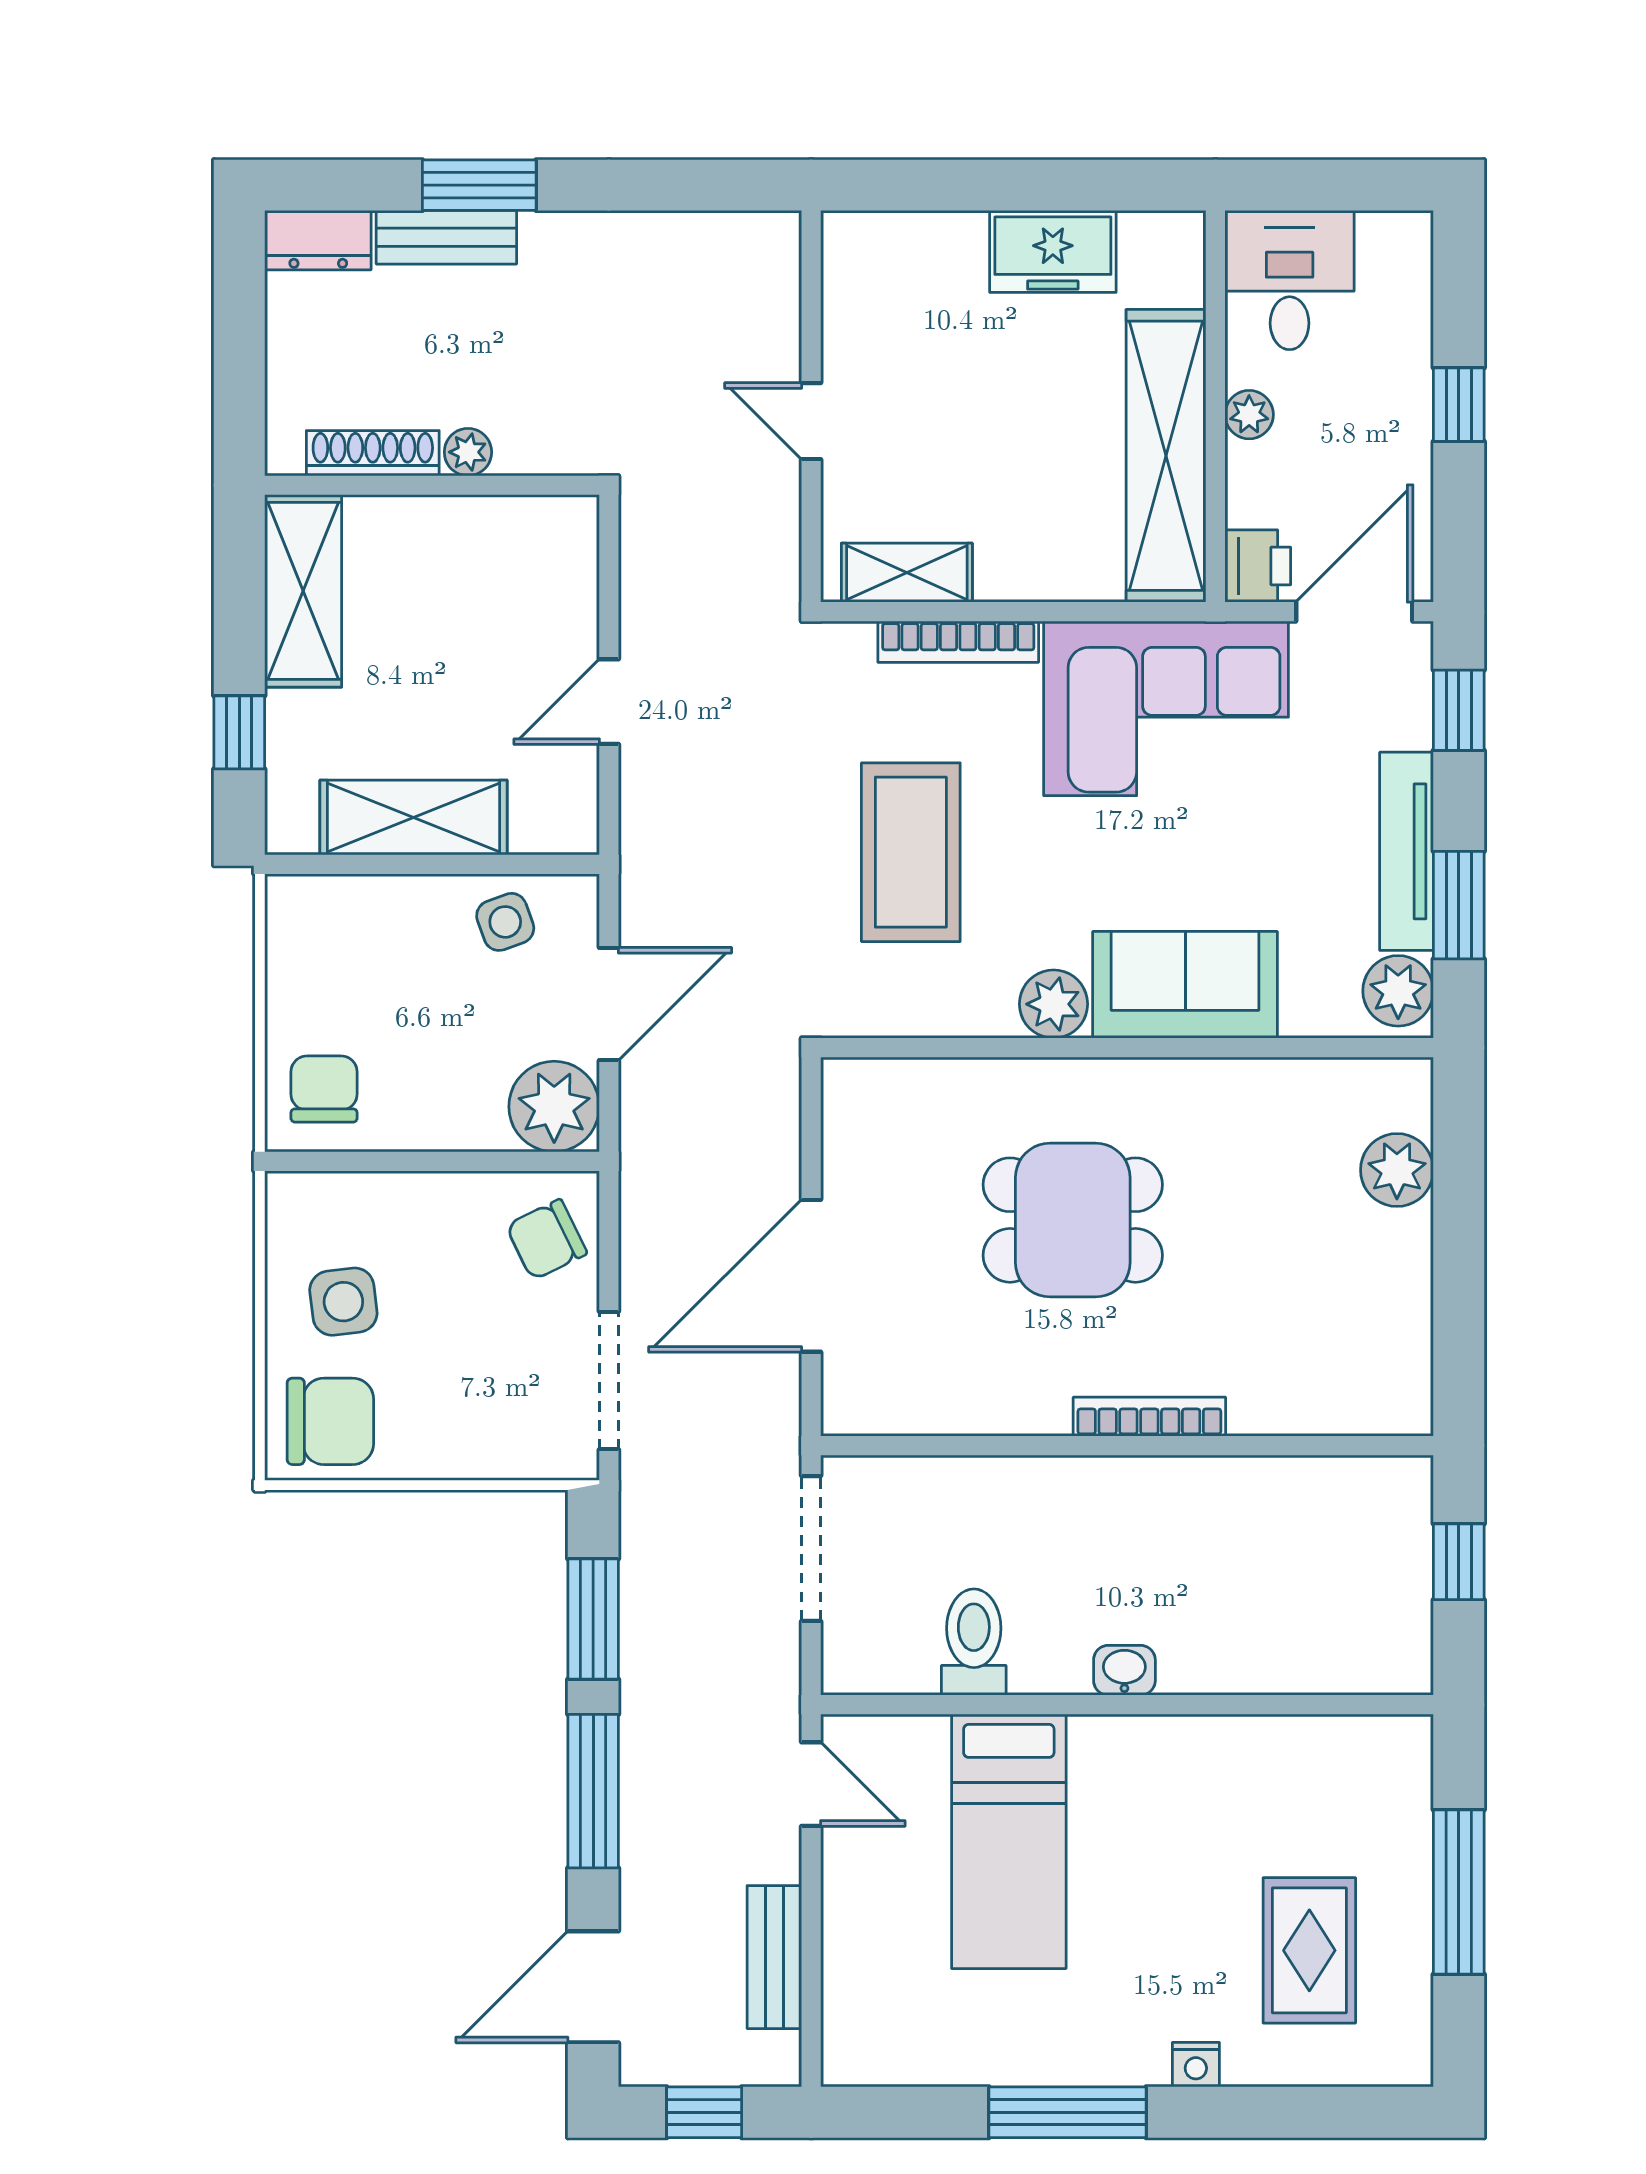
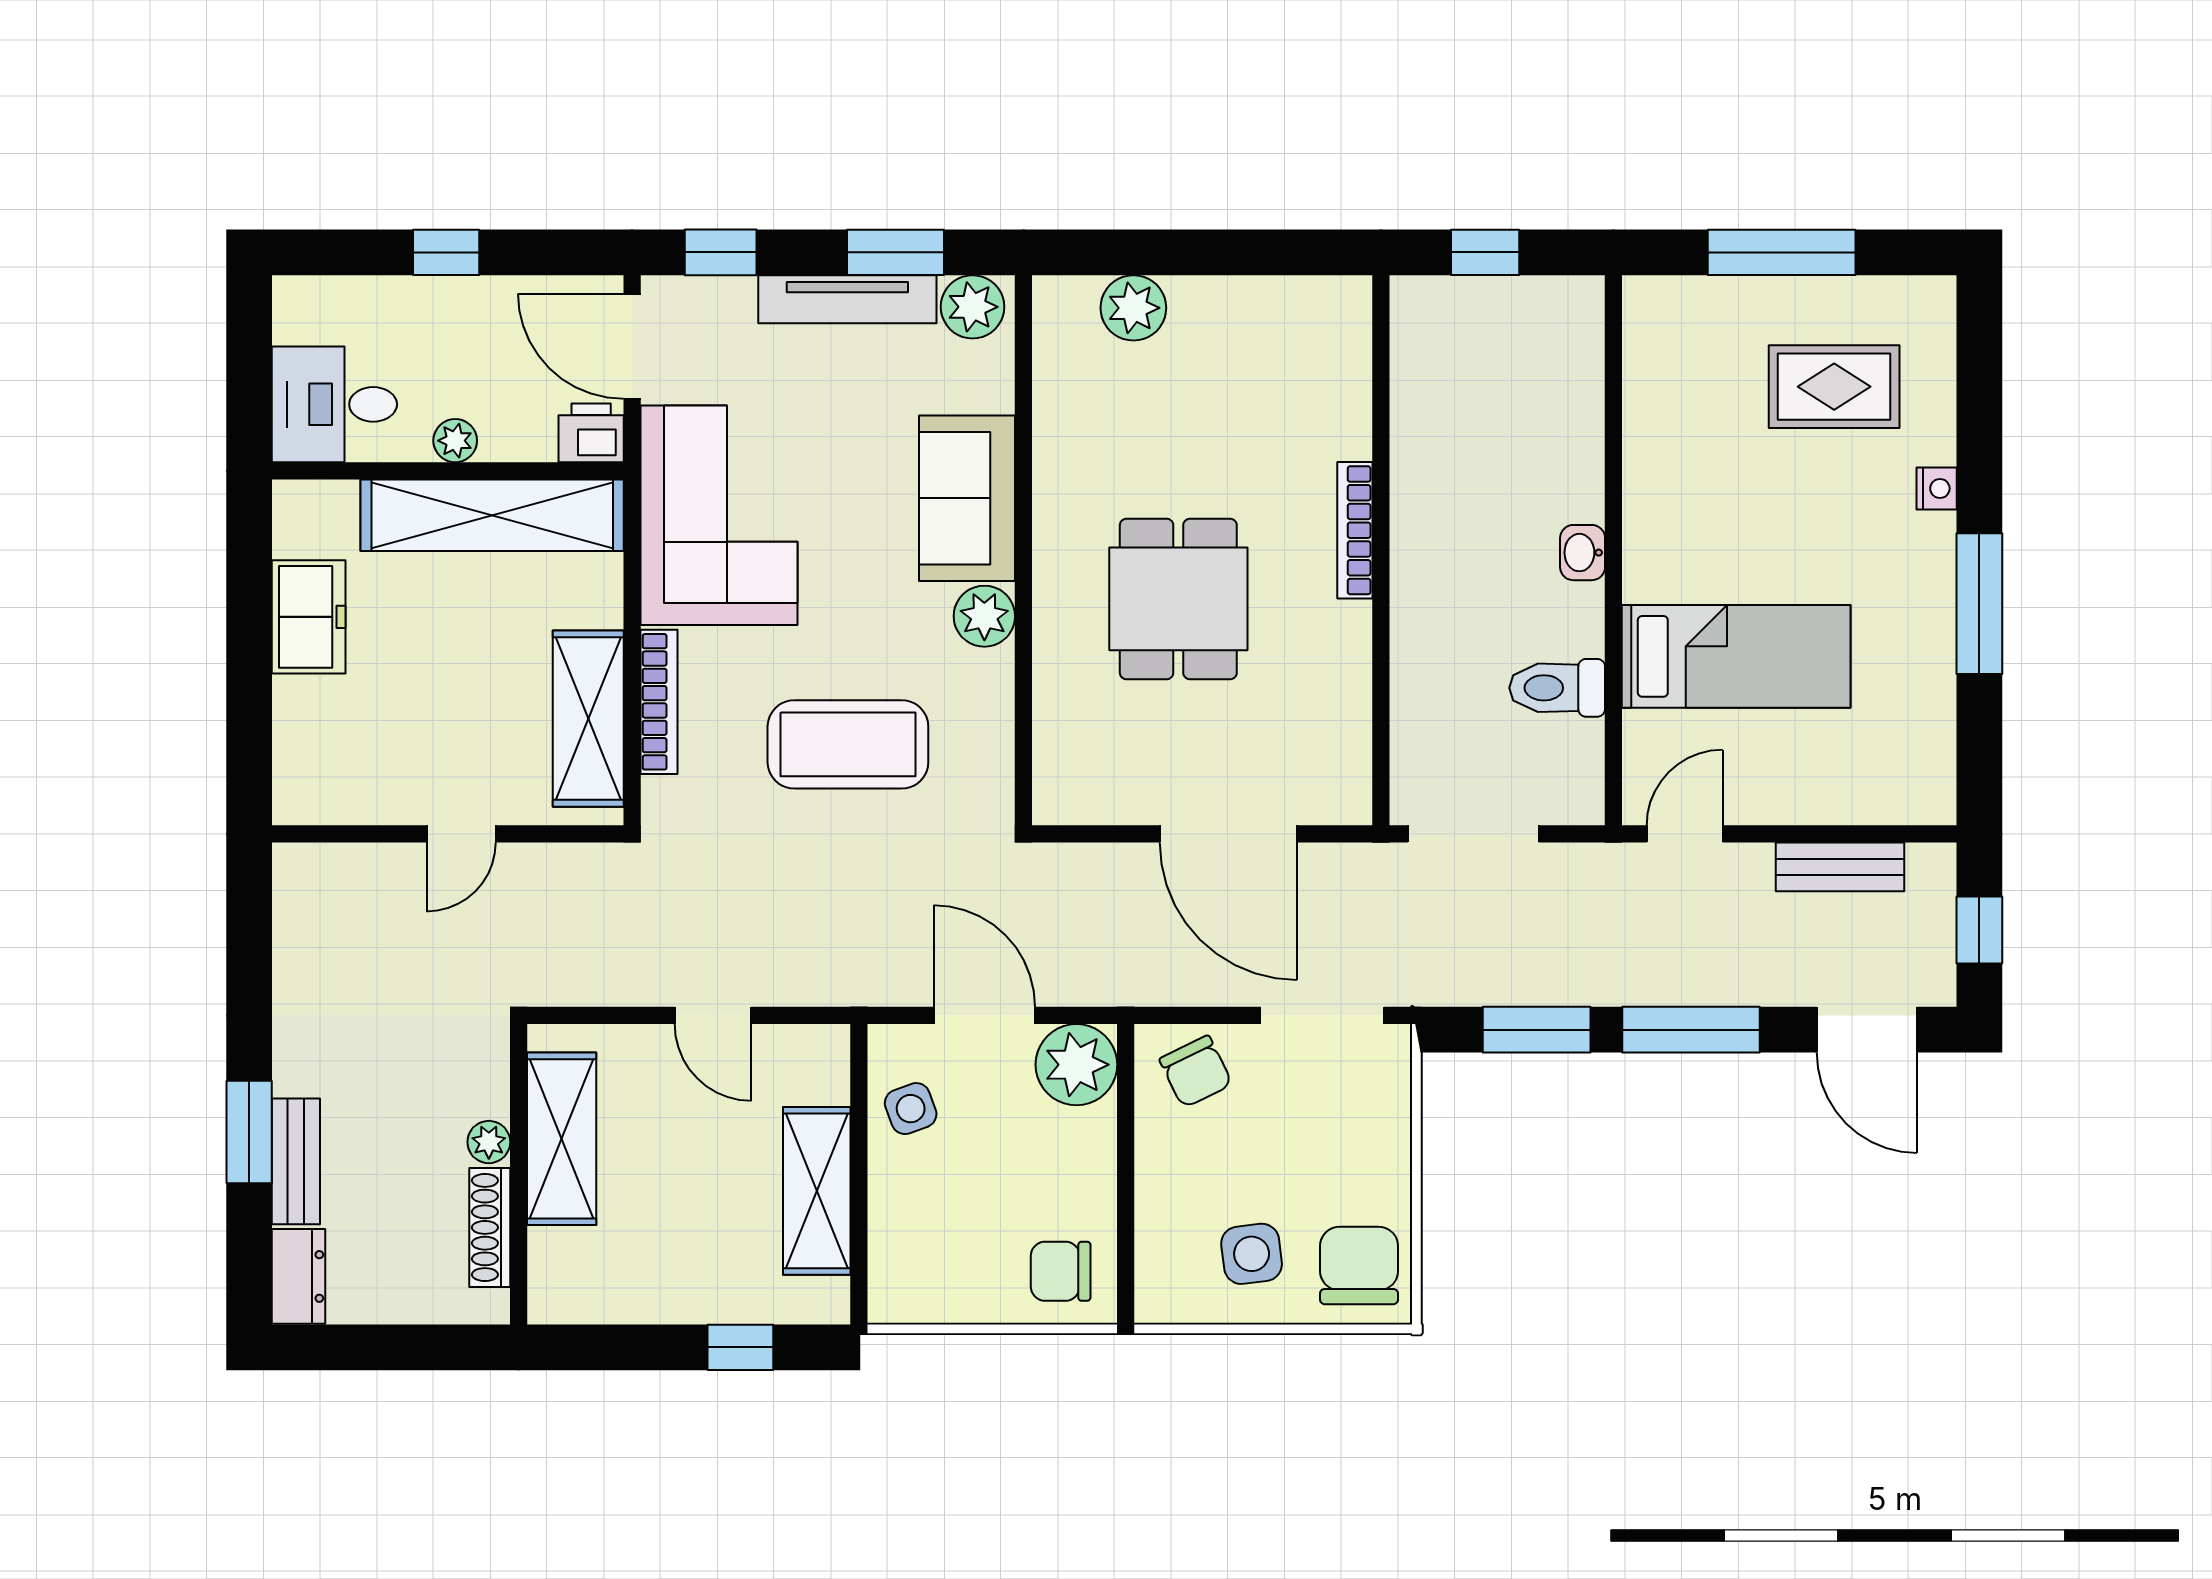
shelving: (907, 573) -> (588, 719), width x1.50, depth x1.33
shelving: (303, 591) -> (562, 1139), moved, turned 90

